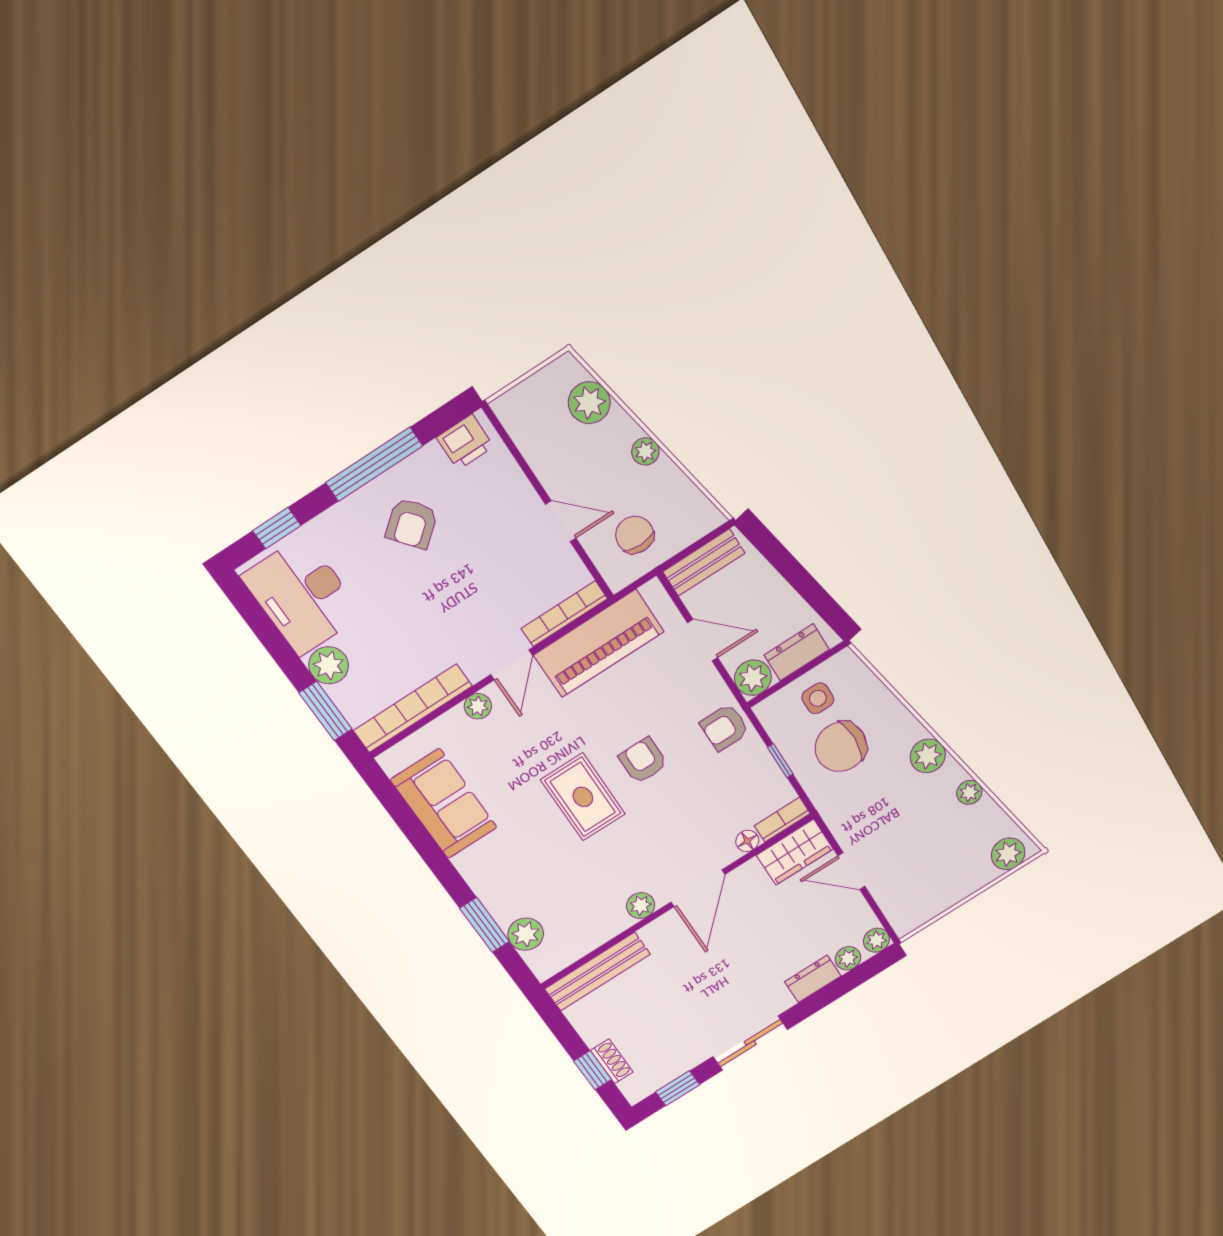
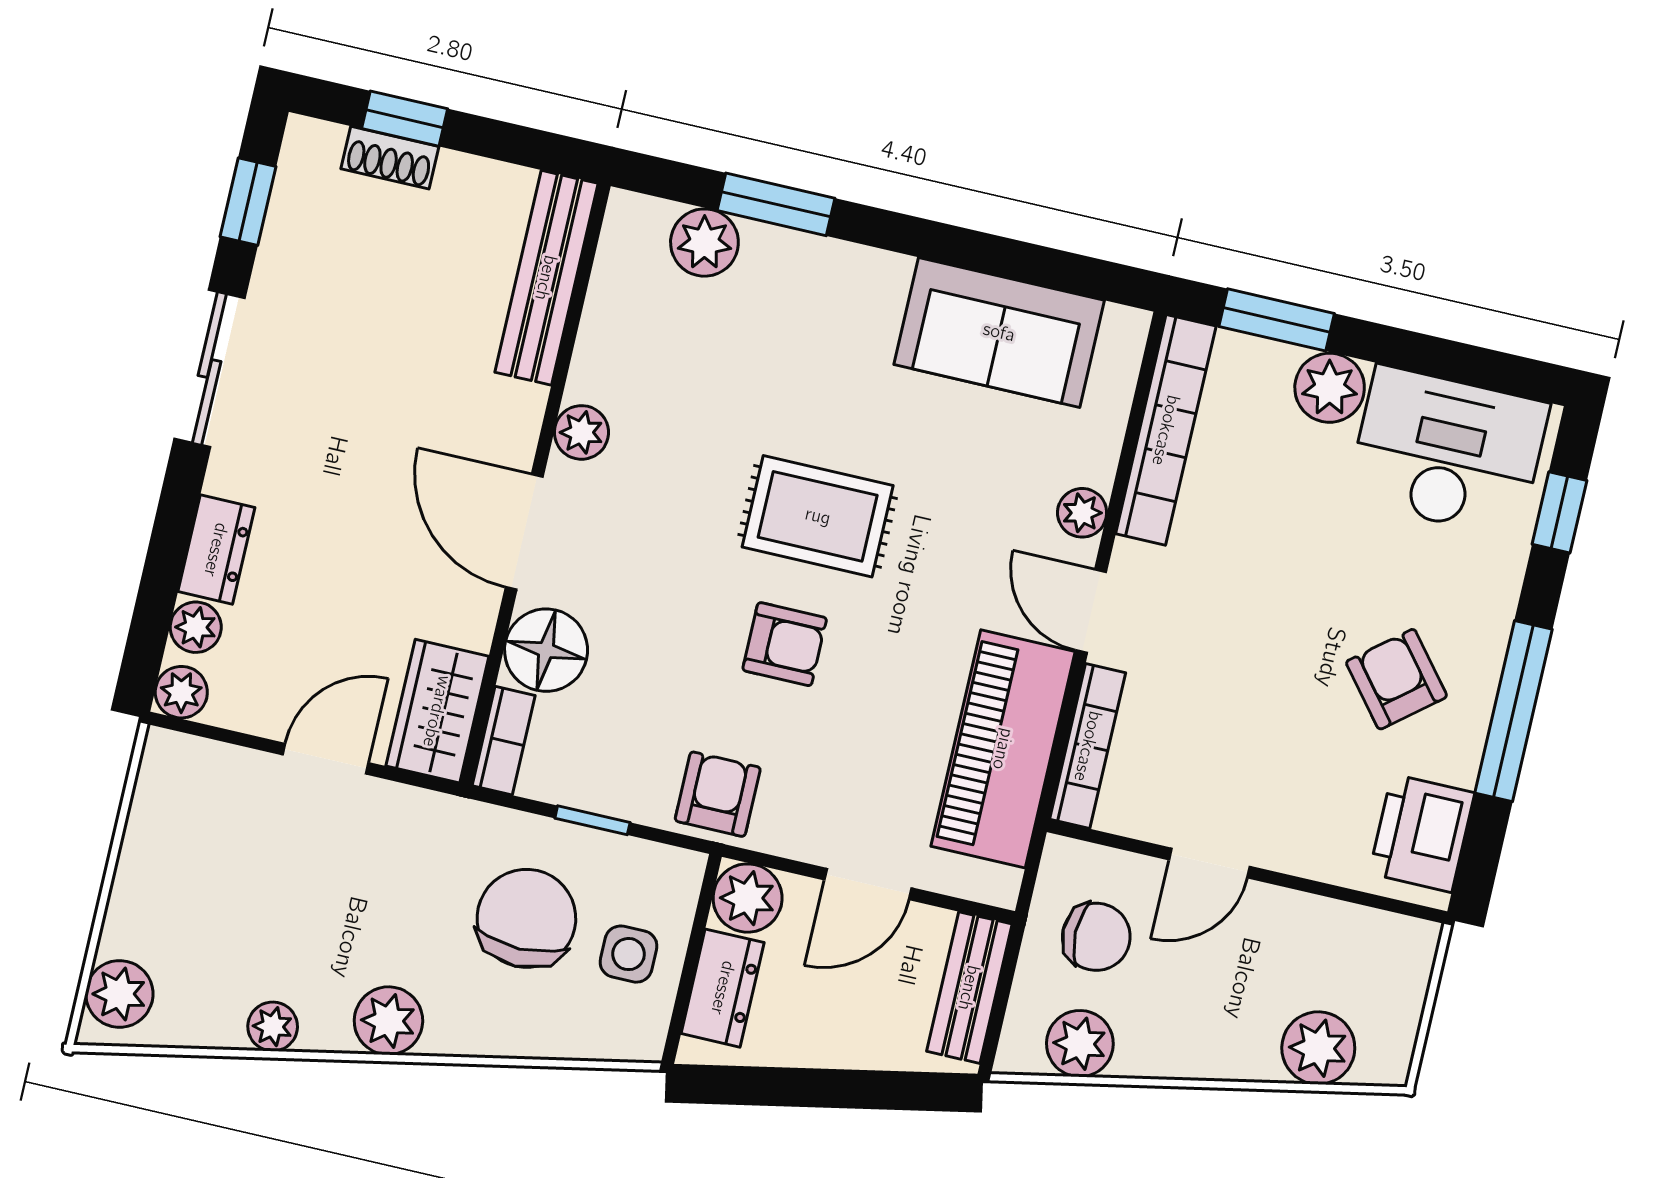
printer: (465, 442) -> (1422, 833), width x1.36, depth x1.24
plant: (645, 451) -> (1080, 1044), moved, width x1.38, depth x1.38
floor lamp: (747, 841) -> (546, 650), width x1.89, depth x1.89

